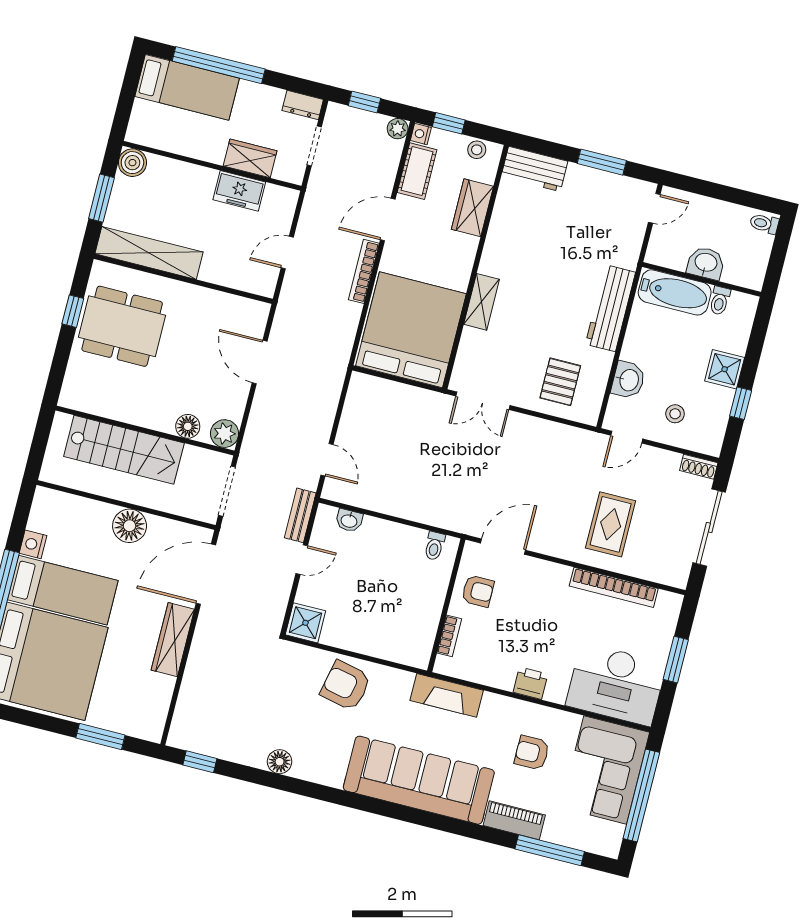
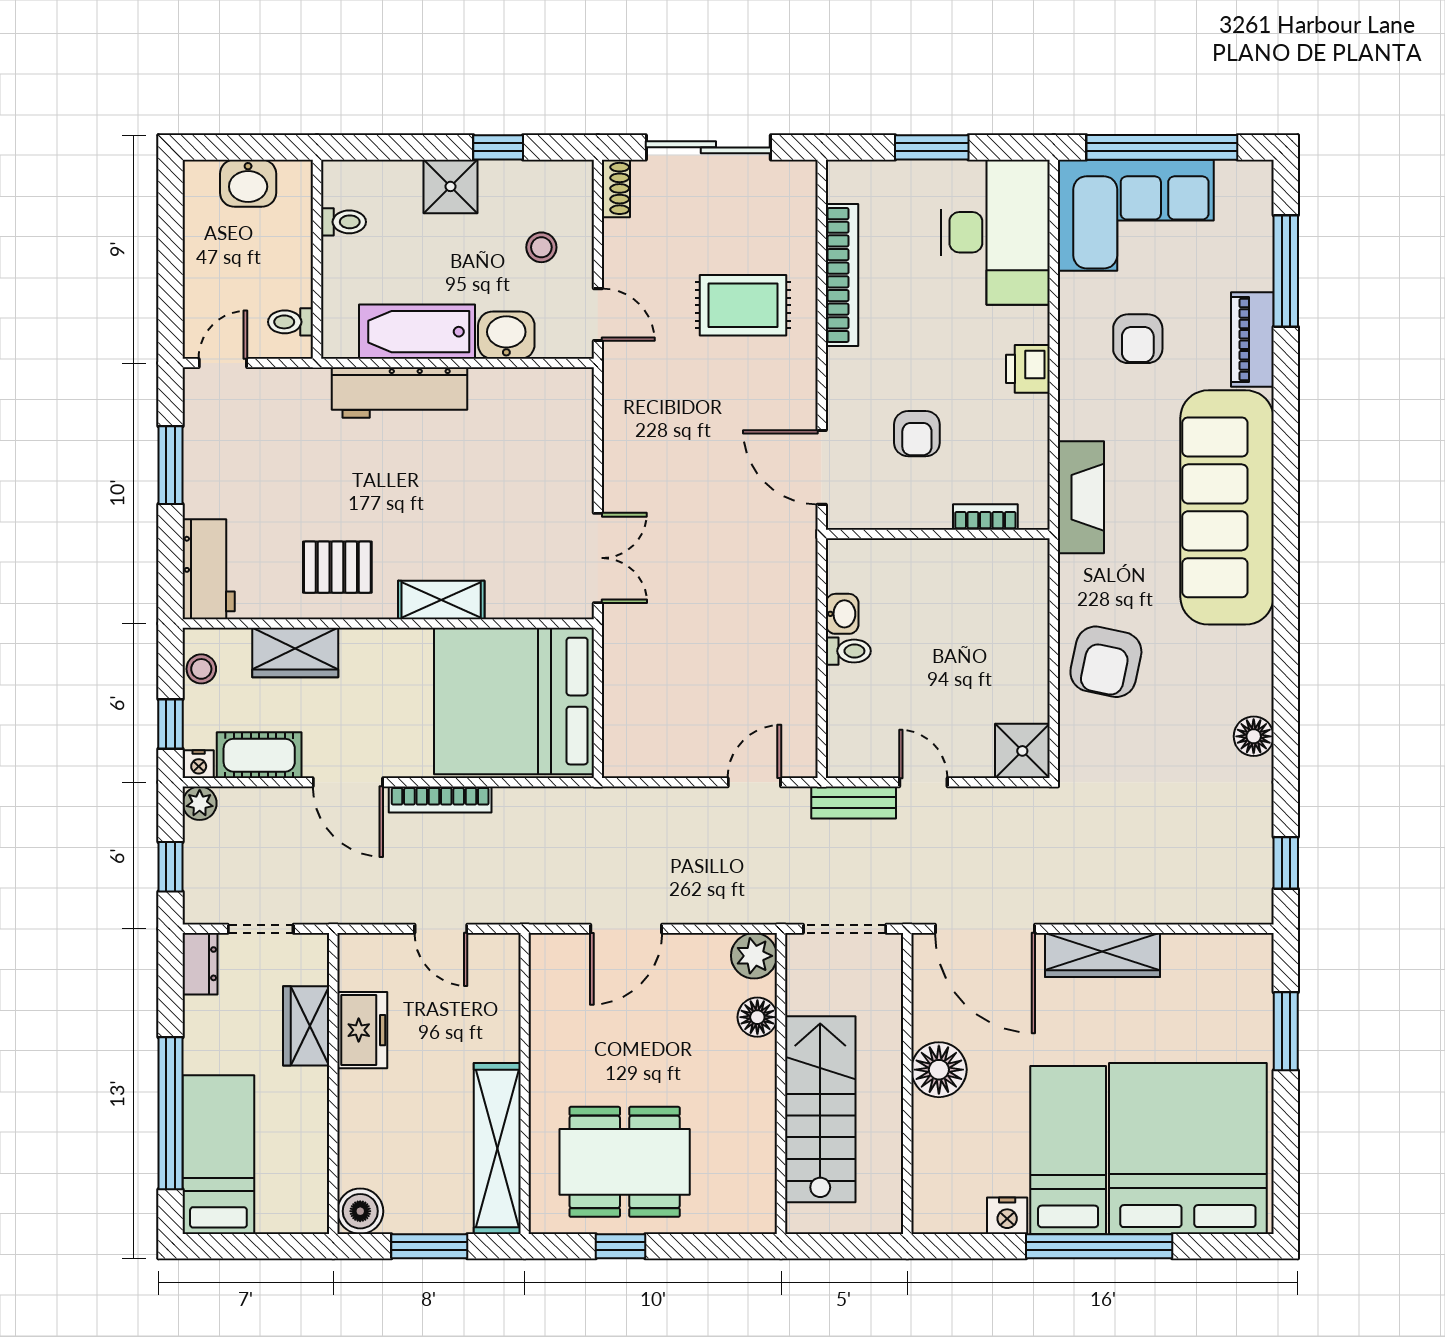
door: (654, 208) -> (223, 363), hinge flipped
toilet: (764, 224) -> (291, 322), moved, turned 90
washbasin: (706, 263) -> (248, 183), moved, turned -90
bathtub: (675, 292) -> (417, 332), moved, turned -90
dining table: (122, 326) -> (625, 1162), turned 90
pallet: (560, 382) -> (337, 567), moved
washbasin: (349, 520) -> (842, 614), moved
toilet: (434, 546) -> (848, 651), moved
armchair: (478, 591) -> (917, 434), moved, turned 180

